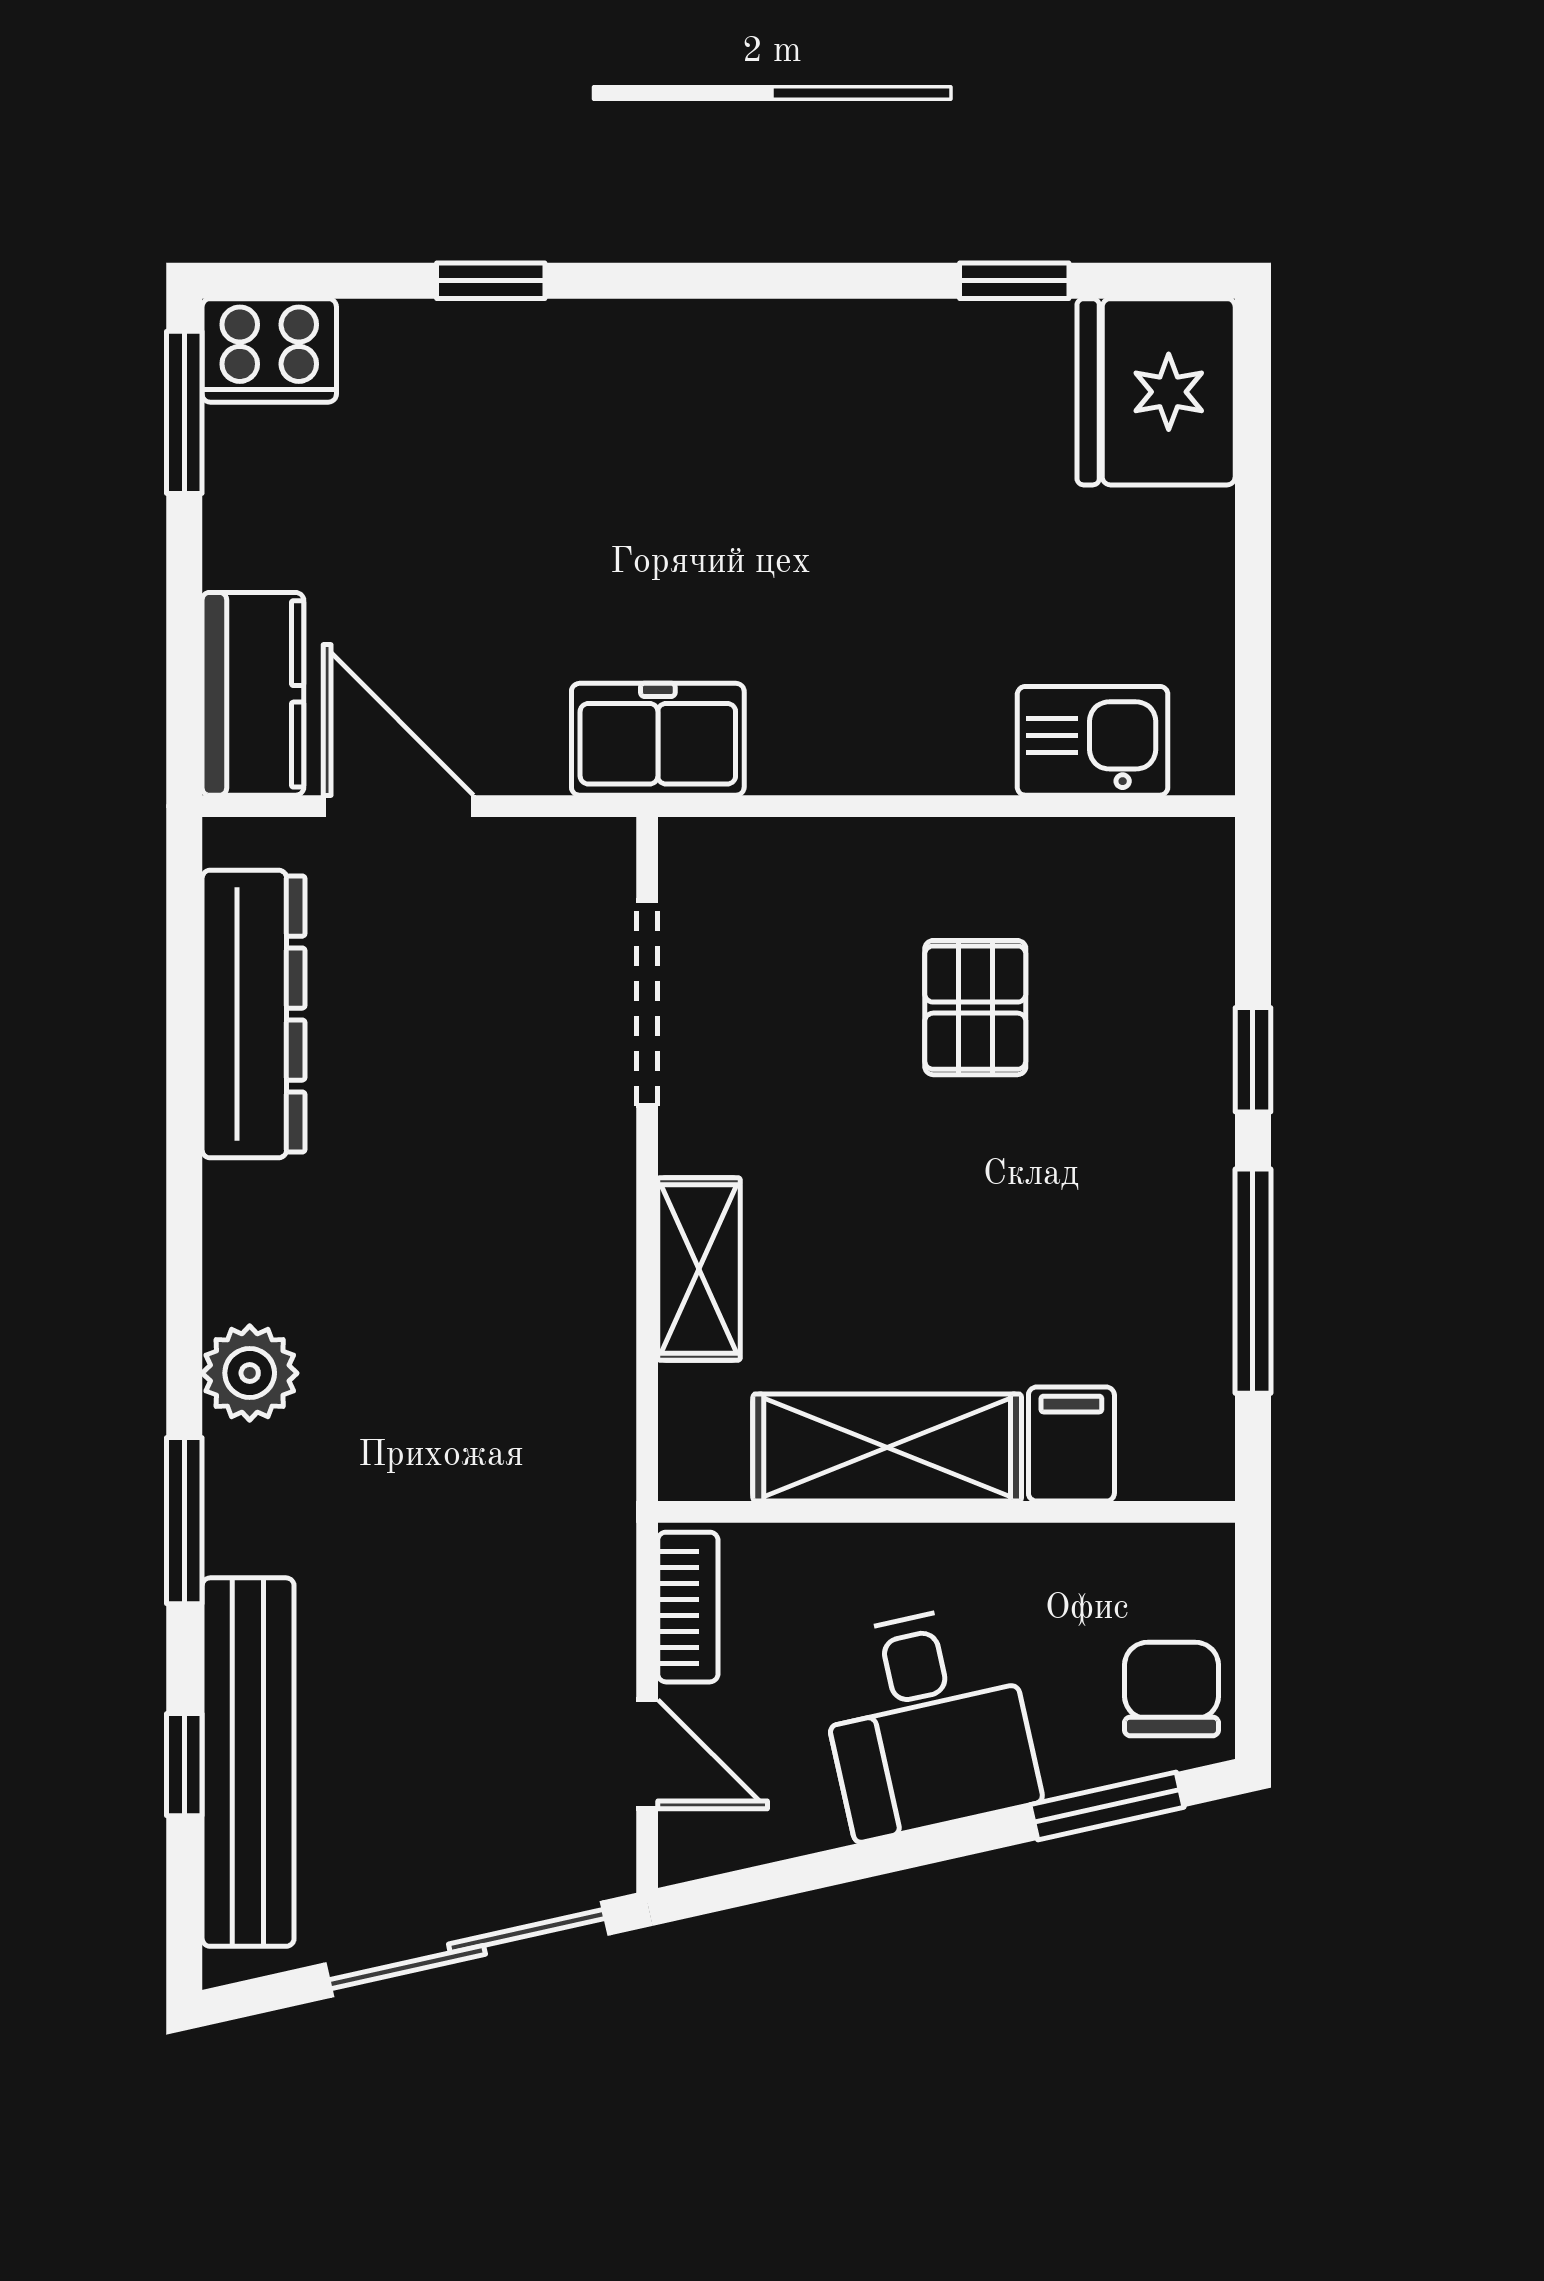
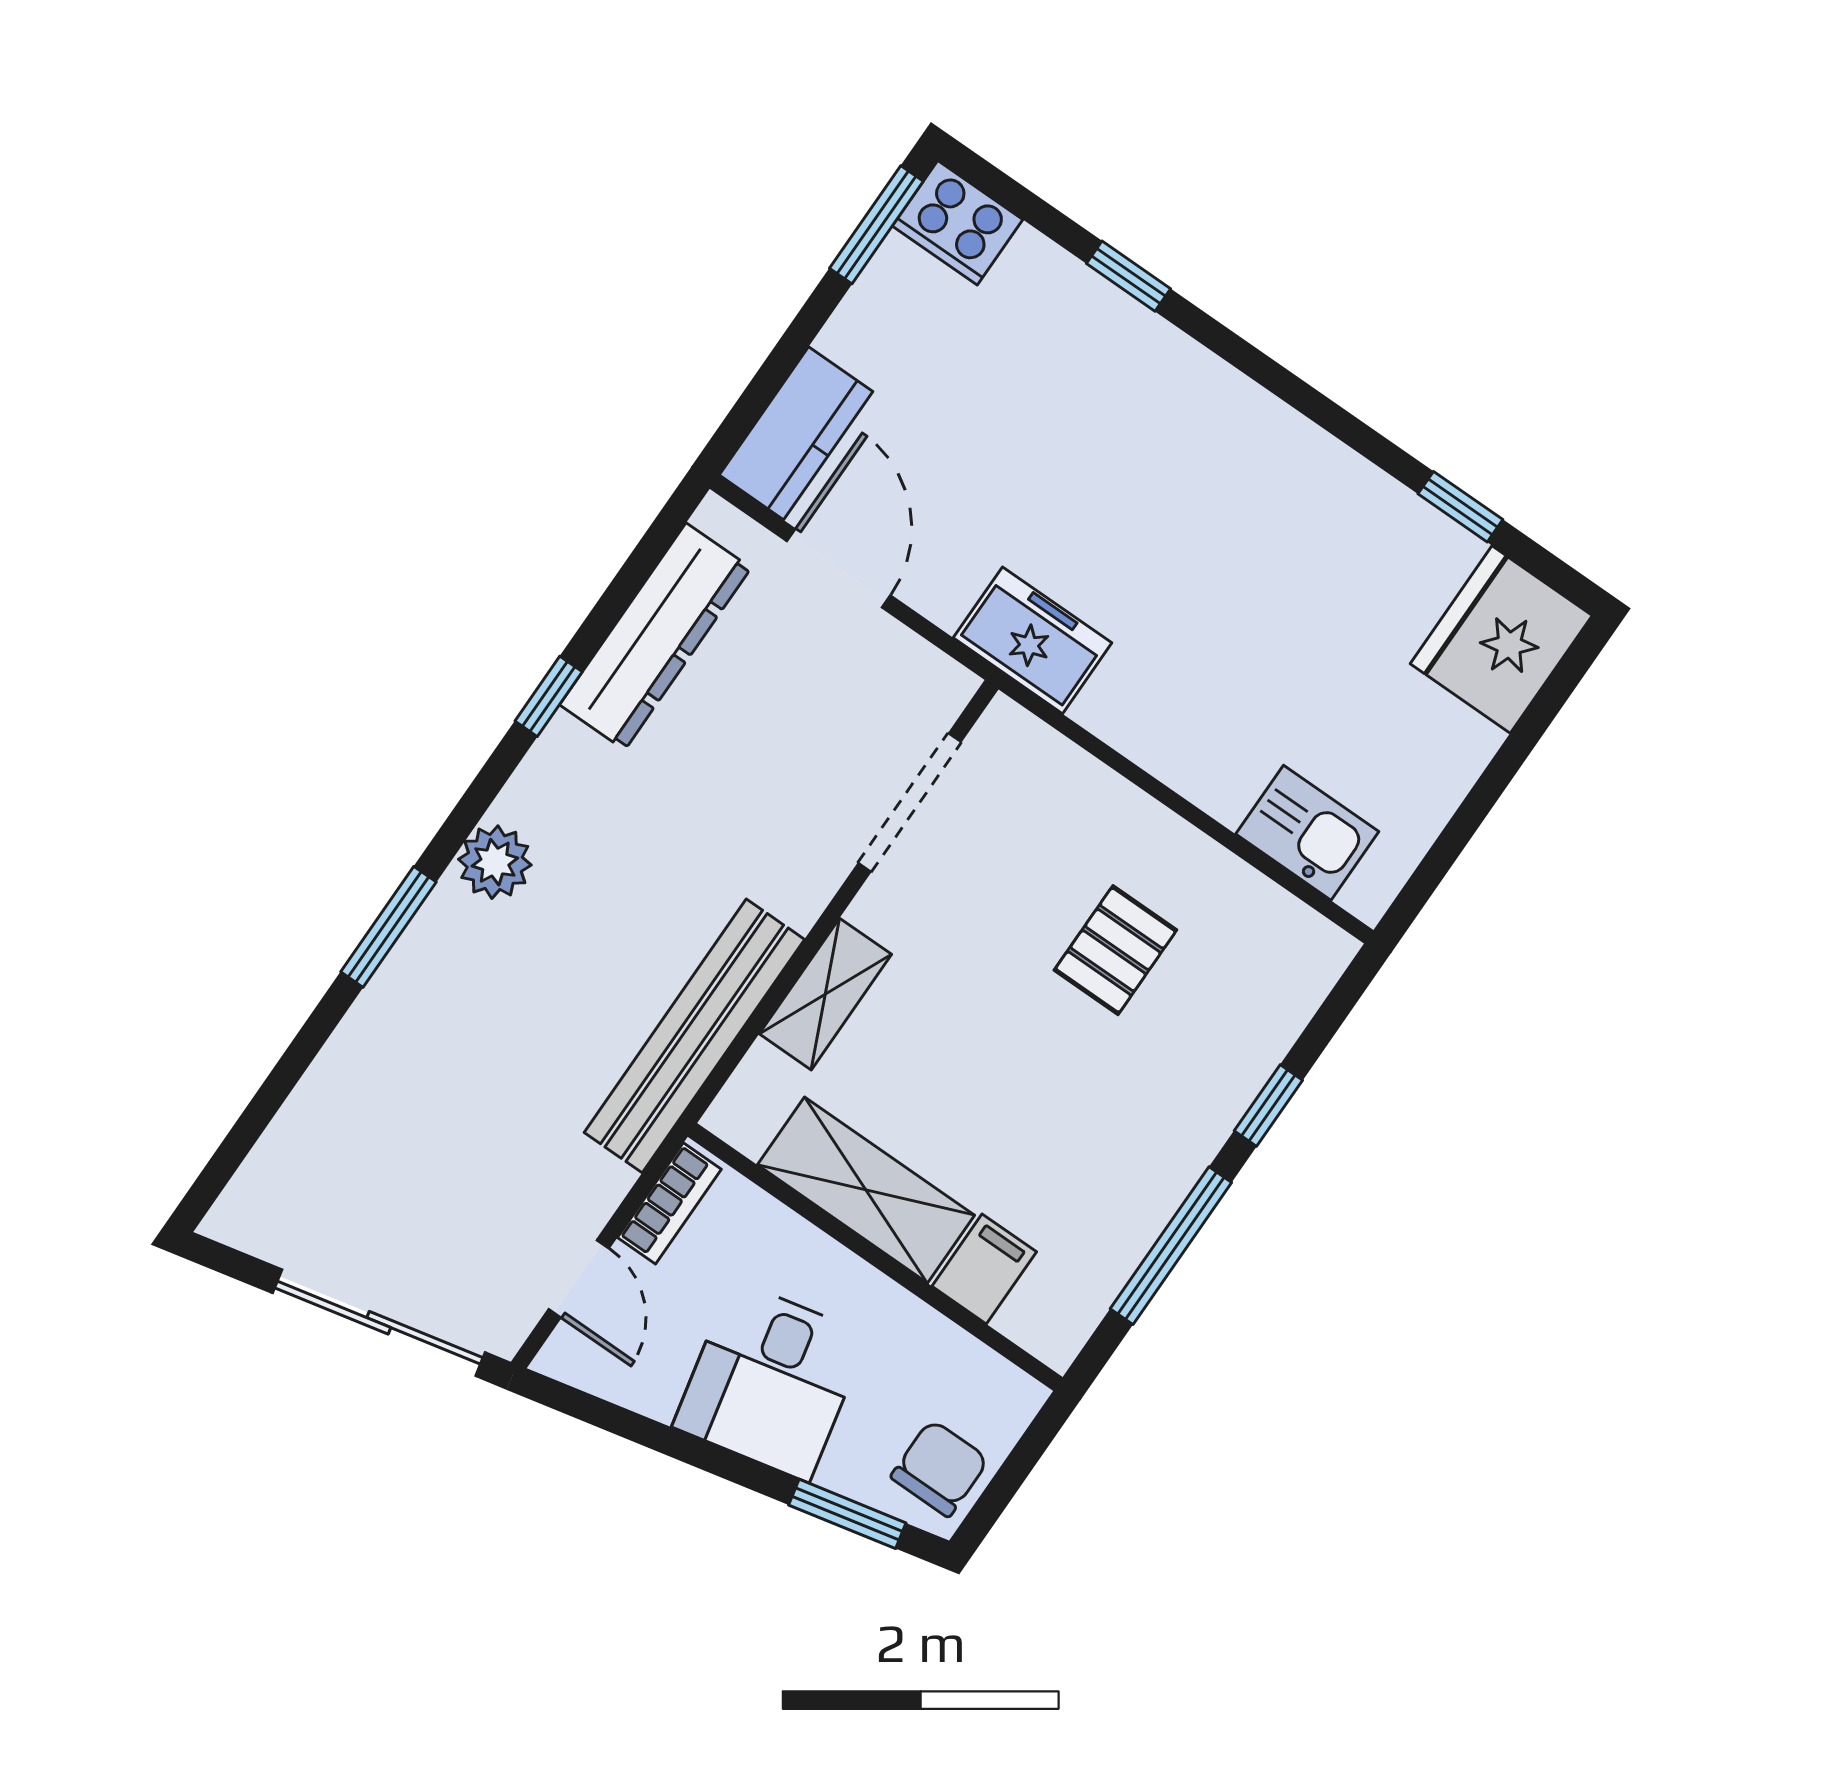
bench: (248, 1762) -> (694, 1036), moved
window: (184, 1765) -> (549, 696), moved

